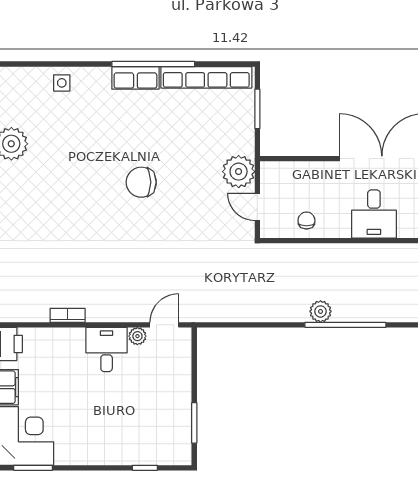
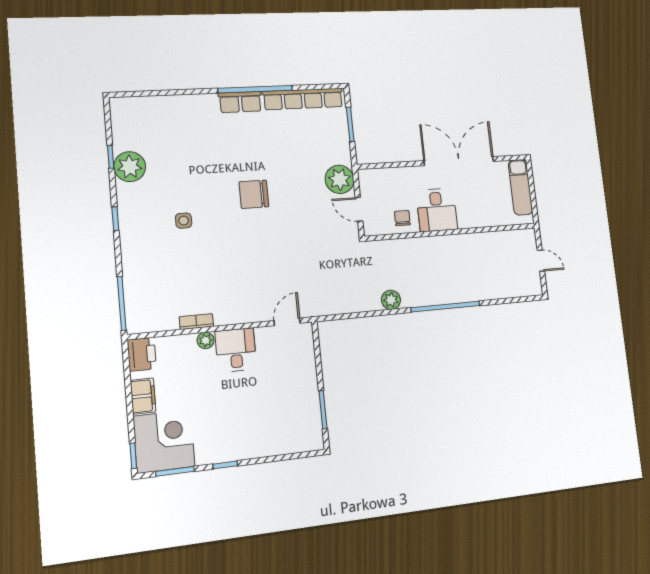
side table: (62, 83) -> (184, 221), moved
desk: (374, 214) -> (437, 210), moved
plant: (320, 311) -> (391, 300), moved
plant: (137, 336) -> (206, 340), moved
window: (145, 468) -> (225, 465), moved

